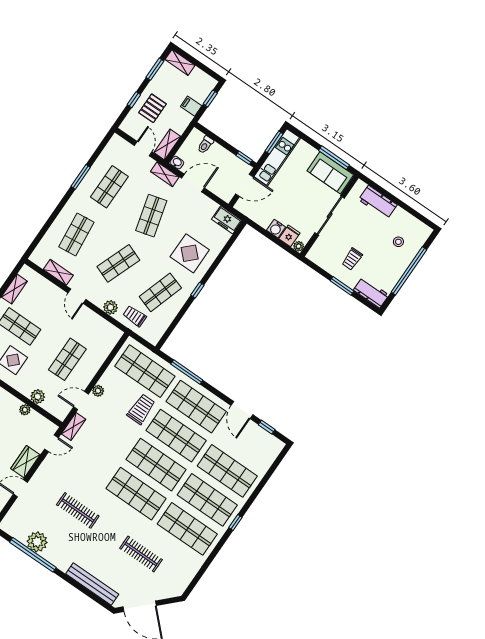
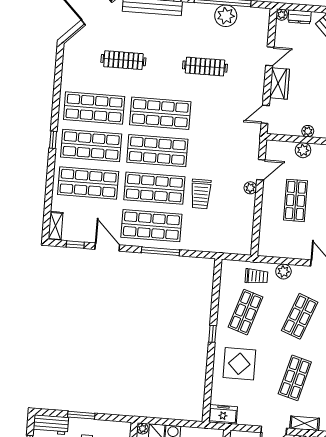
shop shelf: (151, 216) -> (295, 378), turned 30
shop shelf: (145, 371) -> (218, 231), removed
window: (187, 372) -> (160, 251), moved
shelving: (74, 427) -> (56, 226), moved

